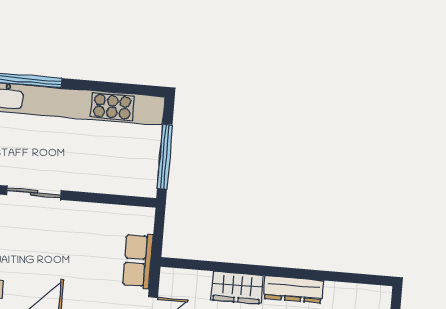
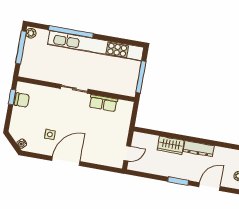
row of seats: (138, 261) -> (103, 103), moved, turned -90

